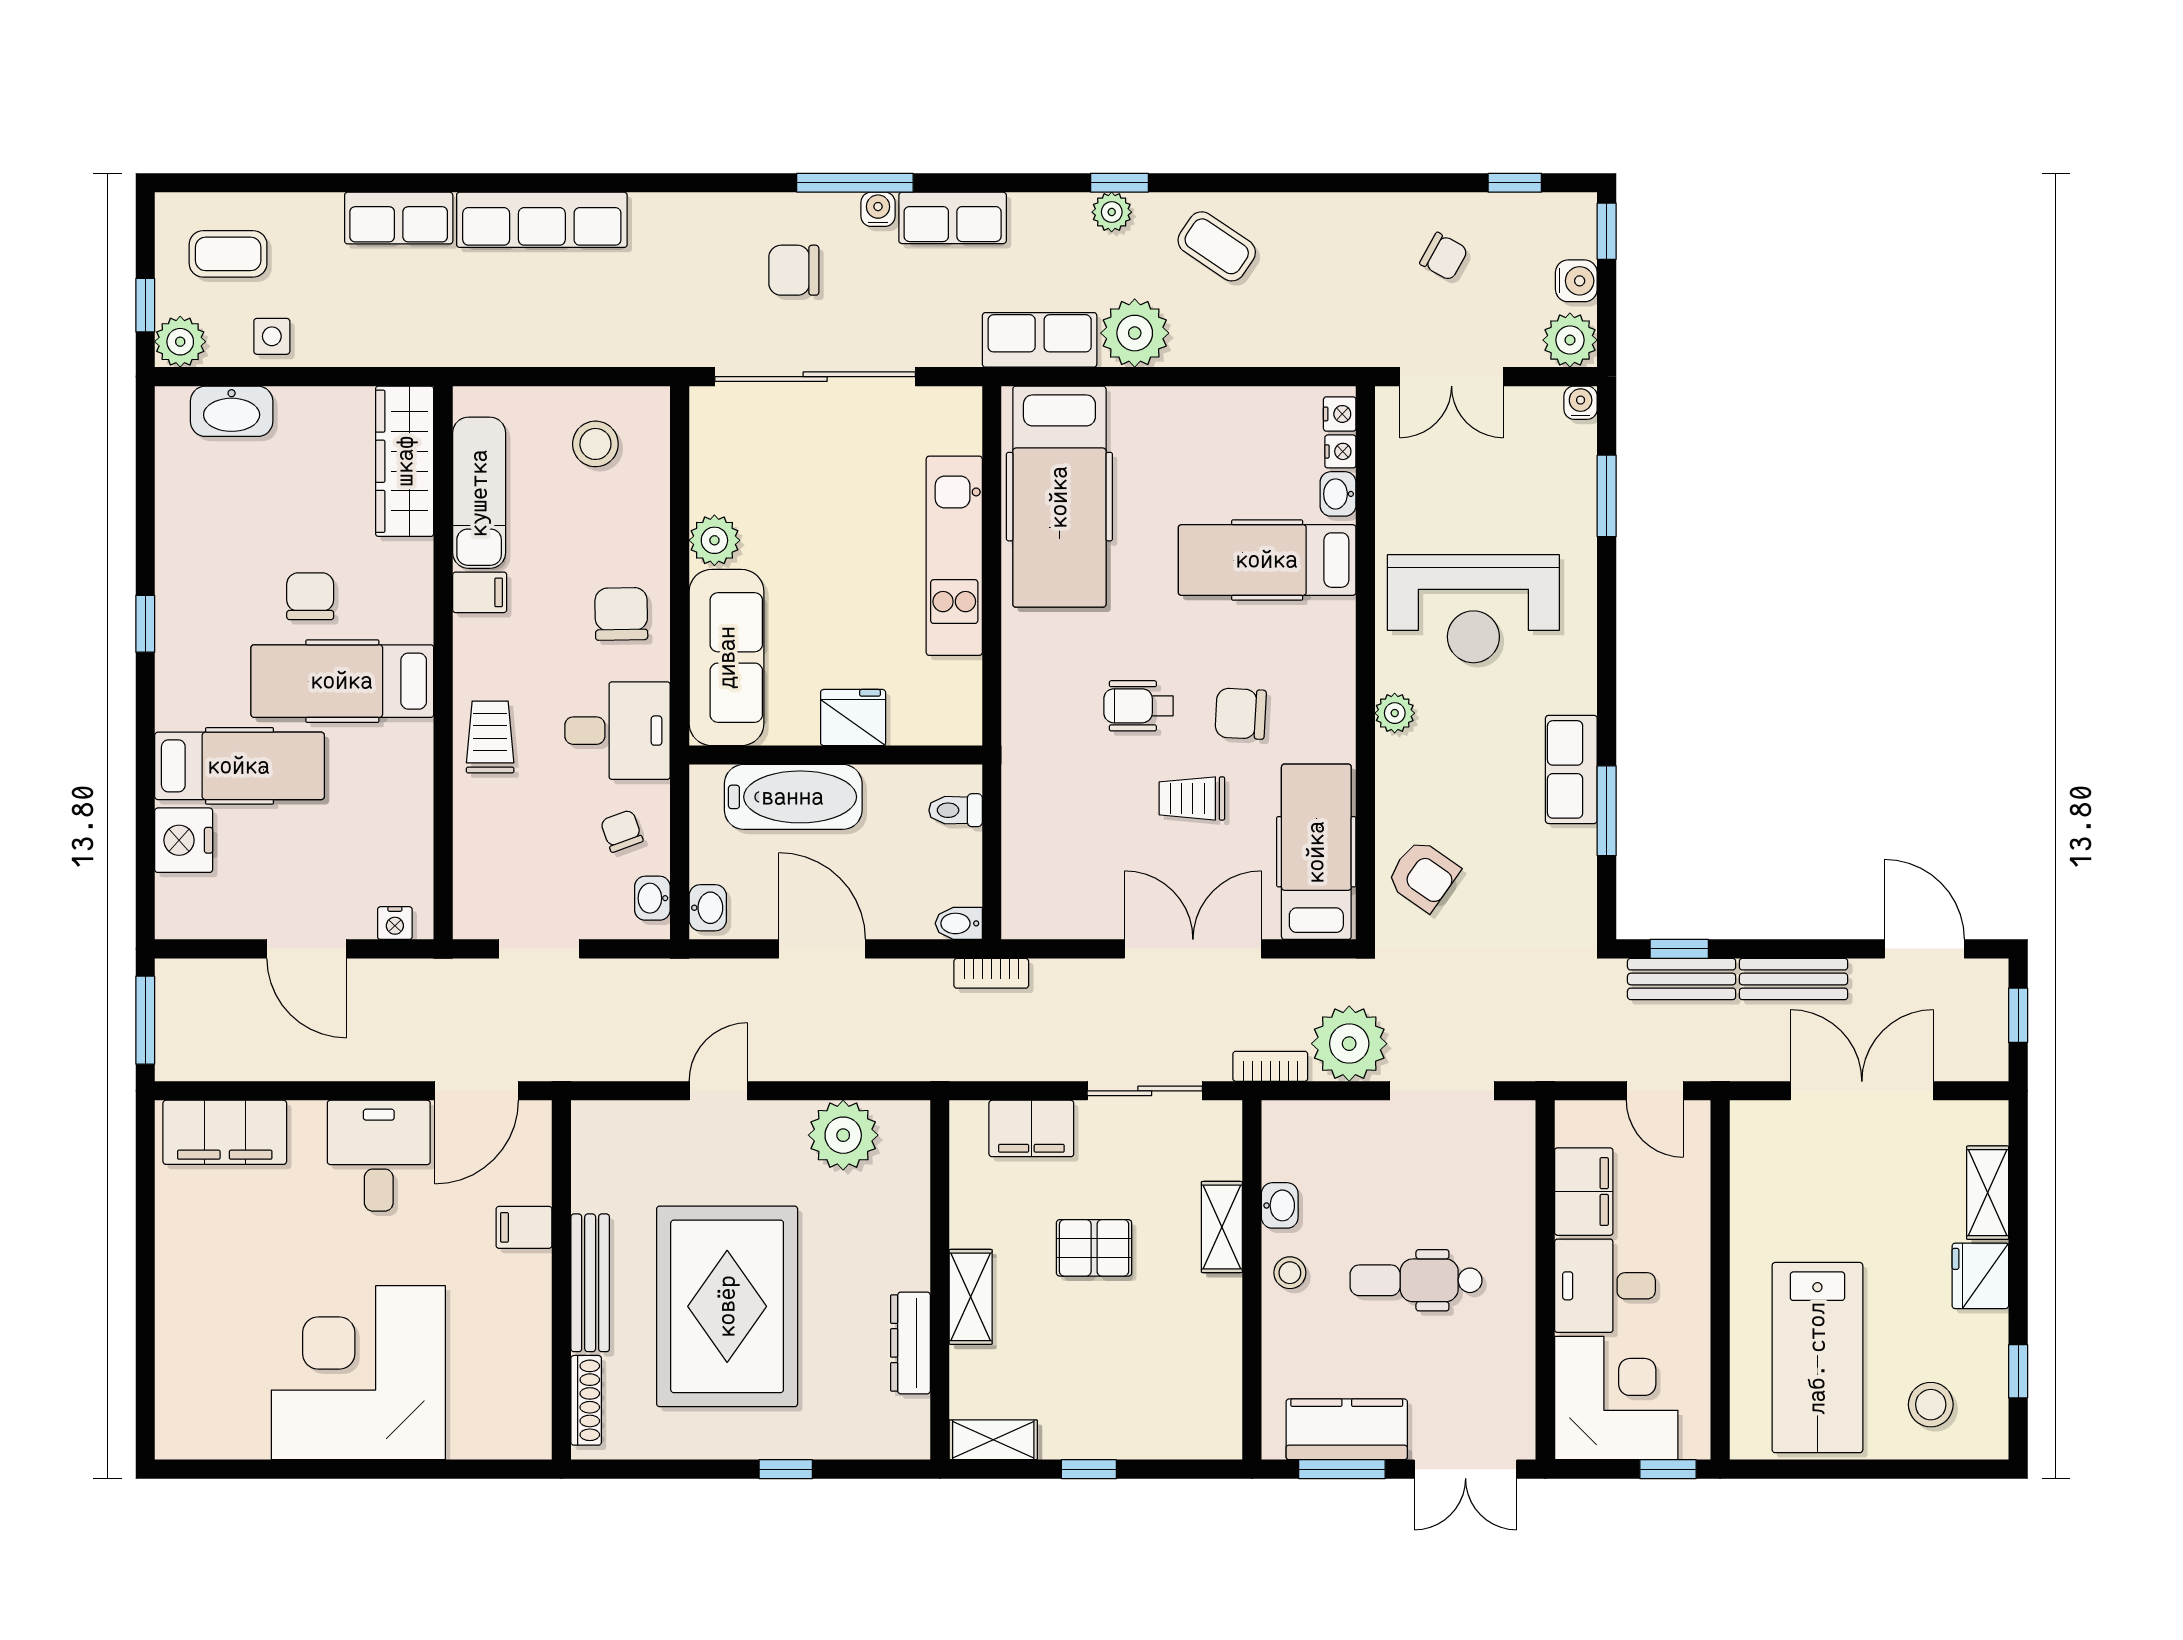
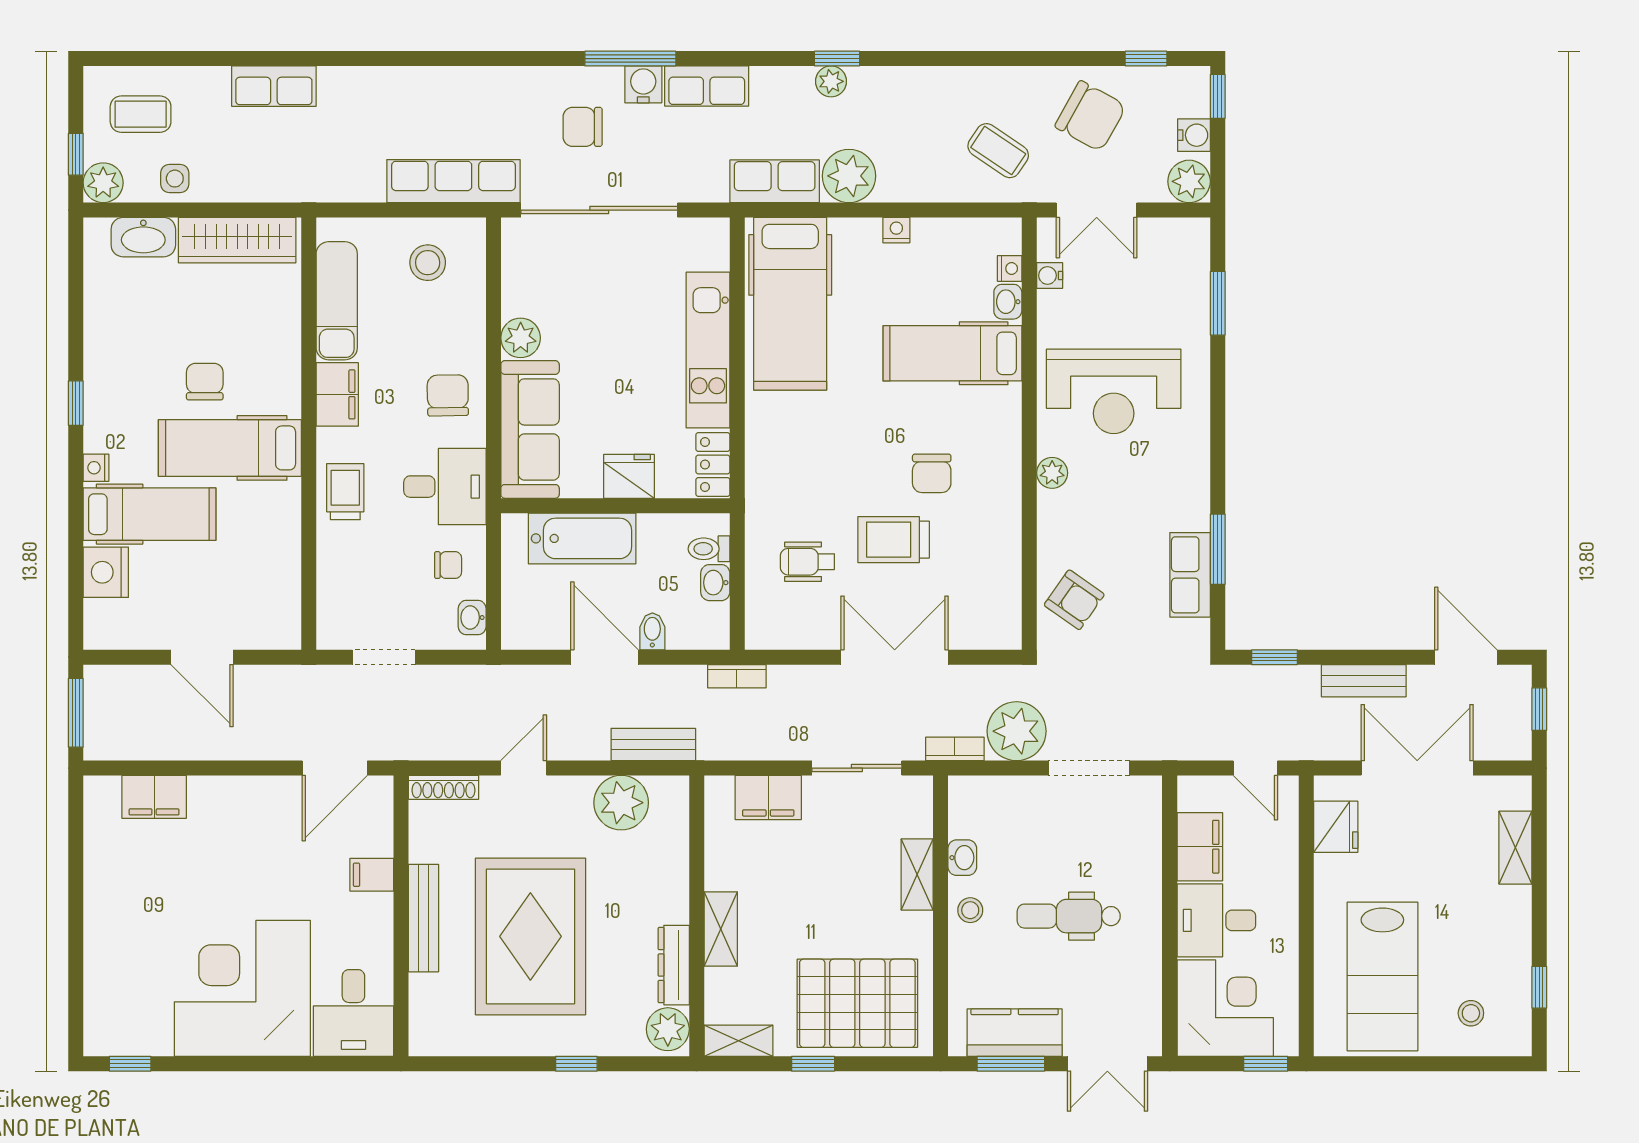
water cooler: (878, 209) -> (643, 84), width x1.38, depth x1.38
row of seats: (542, 220) -> (453, 181), moved, turned 180
coffee table: (1217, 246) -> (998, 151), moved
chair: (1444, 257) -> (1091, 116), width x1.87, depth x1.87
water cooler: (1581, 403) -> (1050, 275), moved, turned -90
nightstand: (1340, 414) -> (896, 230), moved, turned -90
wardrobe: (405, 461) -> (237, 240), moved, turned -90
filing cabinet: (480, 592) -> (337, 394), width x2.00
locker: (960, 702) -> (713, 465), added
wheelchair: (1138, 706) -> (807, 562), moved
chair: (1241, 714) -> (932, 473), turned -93
row of seats: (1571, 769) -> (1190, 575), moved
trolley: (1192, 798) -> (894, 540), width x1.36, depth x1.39
chair: (622, 831) -> (448, 565), turned 110
hospital bed: (1316, 852) -> (991, 581), removed
washbasin: (708, 908) -> (715, 583), moved, turned 180
nightstand: (395, 923) -> (96, 468), moved, turned 90
bidet: (959, 923) -> (652, 631), moved, turned 90
bench: (1682, 979) -> (653, 745), moved
filing cabinet: (225, 1132) -> (154, 797), width x0.67, depth x0.86
desk: (379, 1156) -> (353, 1013), moved, turned 180
pallet: (1094, 1248) -> (857, 1003), moved, width x2.05, depth x2.00
fridge: (1980, 1276) -> (1336, 827), moved, turned 180
shoe rack: (586, 1400) -> (443, 787), moved, turned 90
stool: (1931, 1405) -> (1471, 1013), width x0.73, depth x0.73
plant: (903, 1425) -> (668, 1029), added
window: (215, 1469) -> (130, 1064), added

